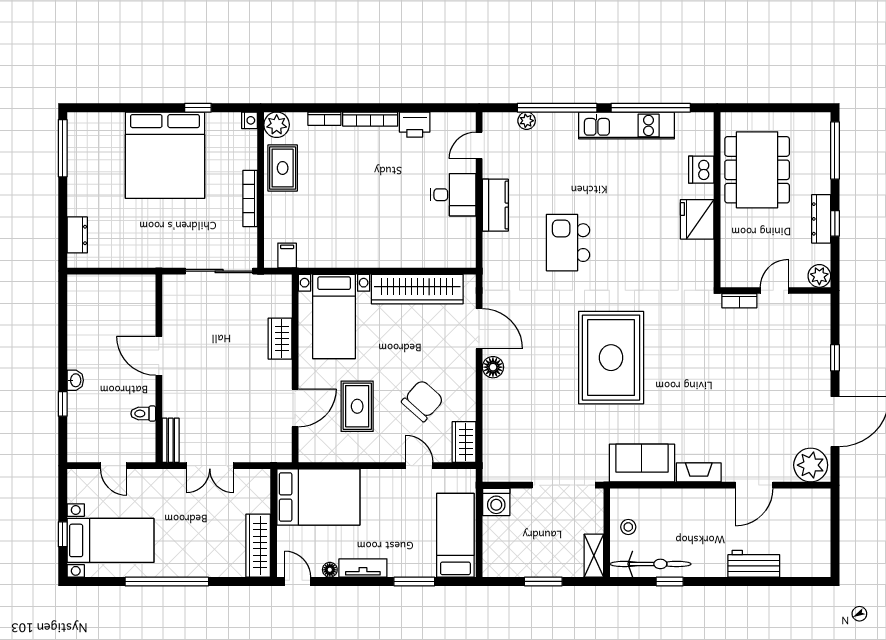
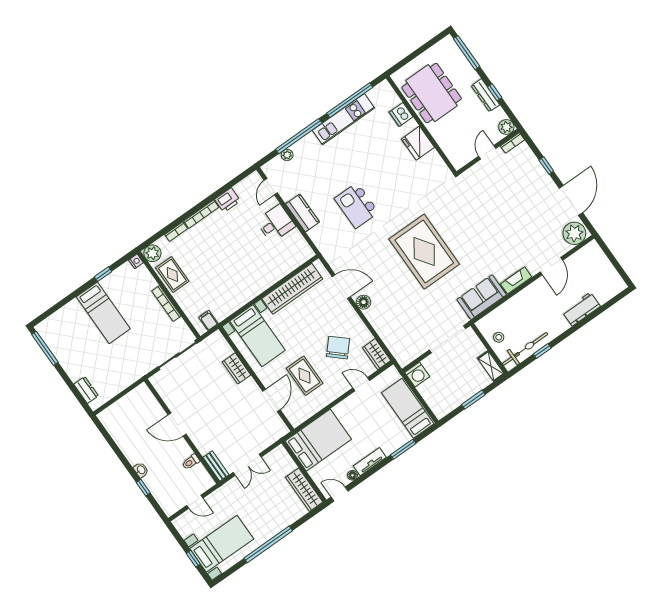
bed: (165, 155) -> (103, 313), width x0.49
bookcase: (739, 301) -> (512, 143), moved

